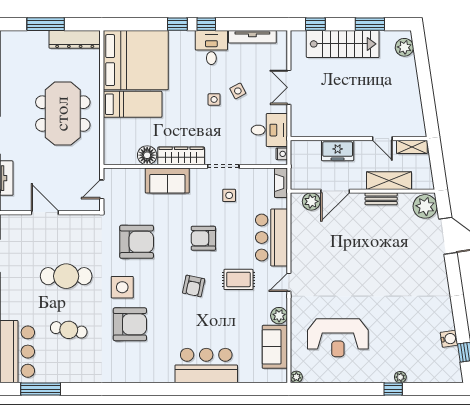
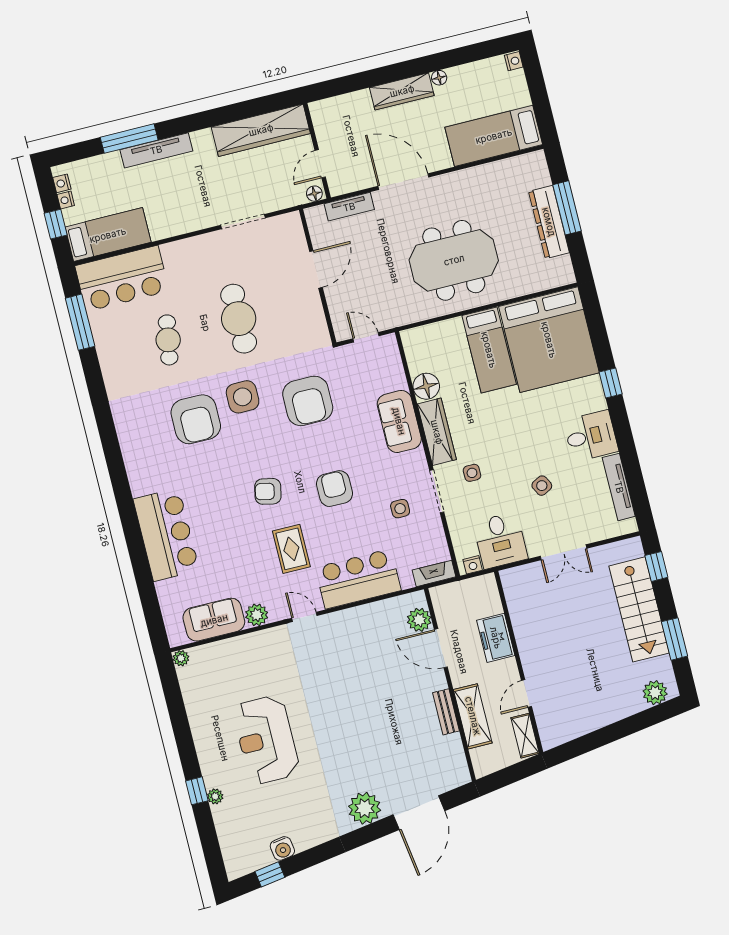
window: (206, 24) -> (620, 421), removed
dresser: (75, 39) -> (549, 222), moved
double door: (289, 87) -> (564, 552), swing flipped
side table: (214, 99) -> (472, 473), moved
plant: (425, 206) -> (365, 808), moved
reception desk: (338, 338) -> (266, 740), moved

